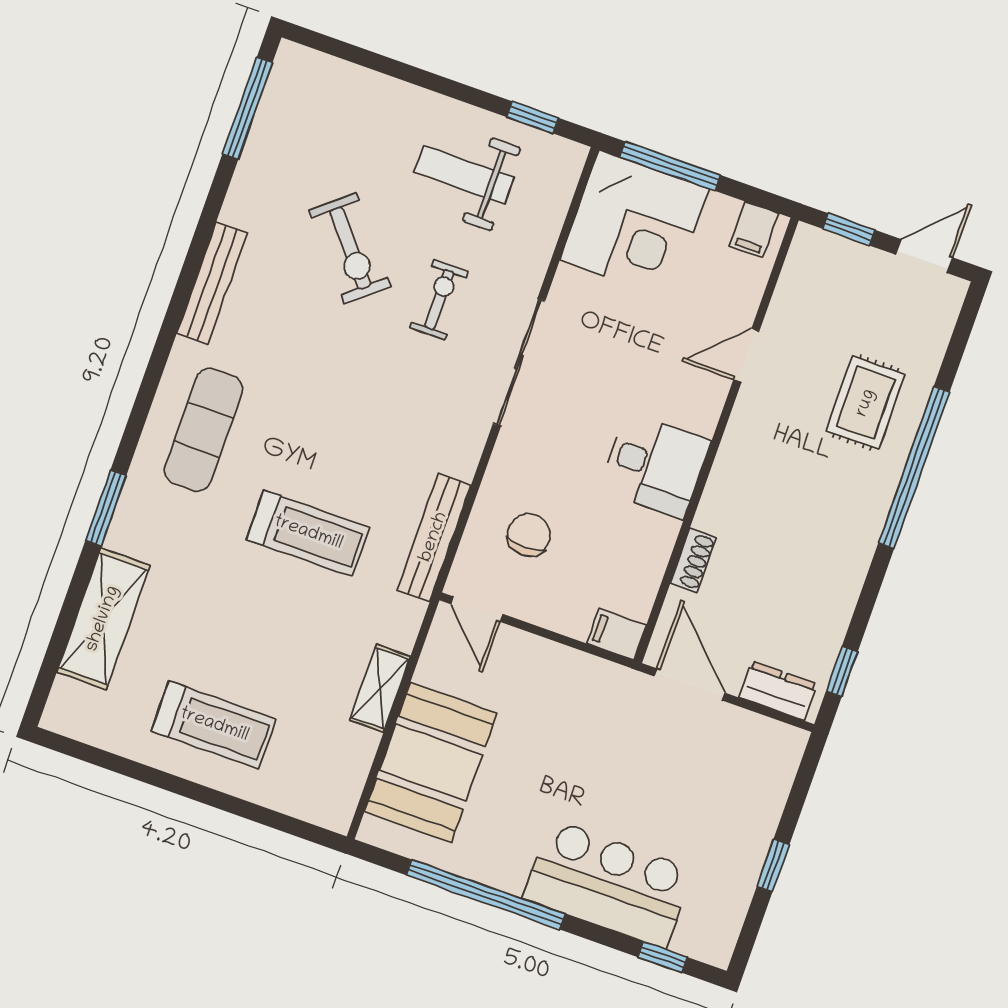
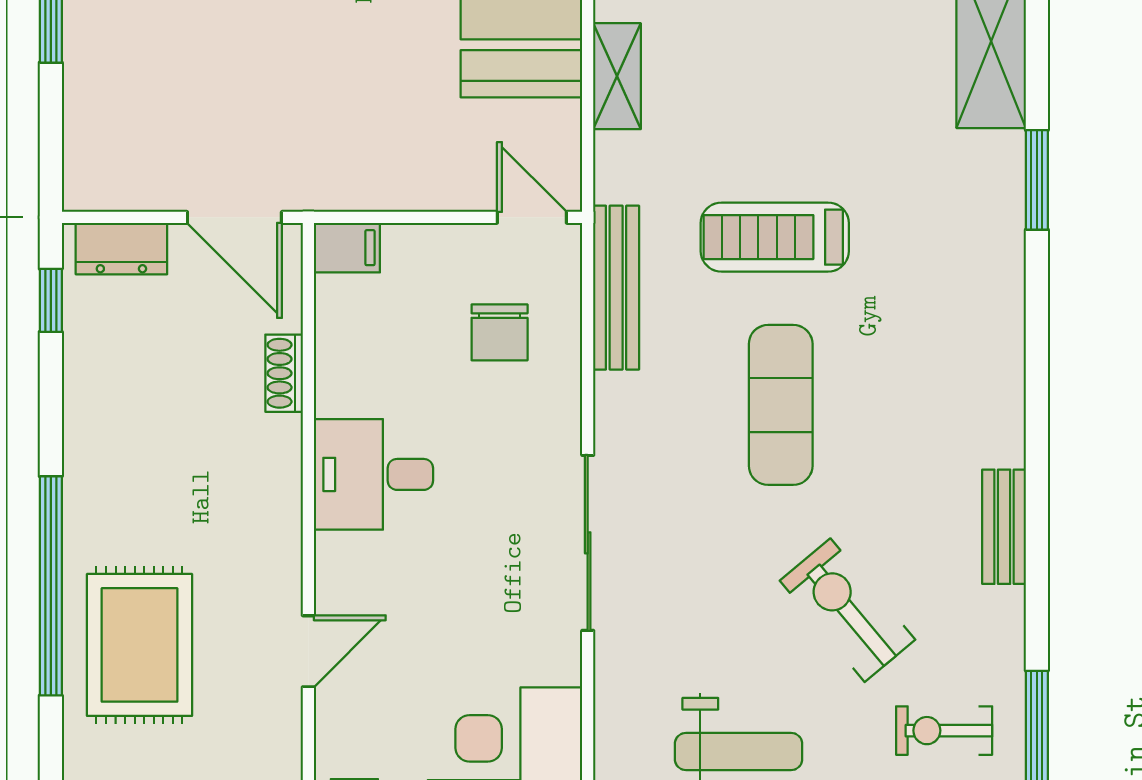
bench: (212, 283) -> (1004, 527), width x0.73
exercise bike: (439, 300) -> (944, 731), moved, turned 90
rug: (866, 403) -> (139, 645), width x1.36, depth x1.43
exercise mat: (204, 430) -> (781, 405), moved

